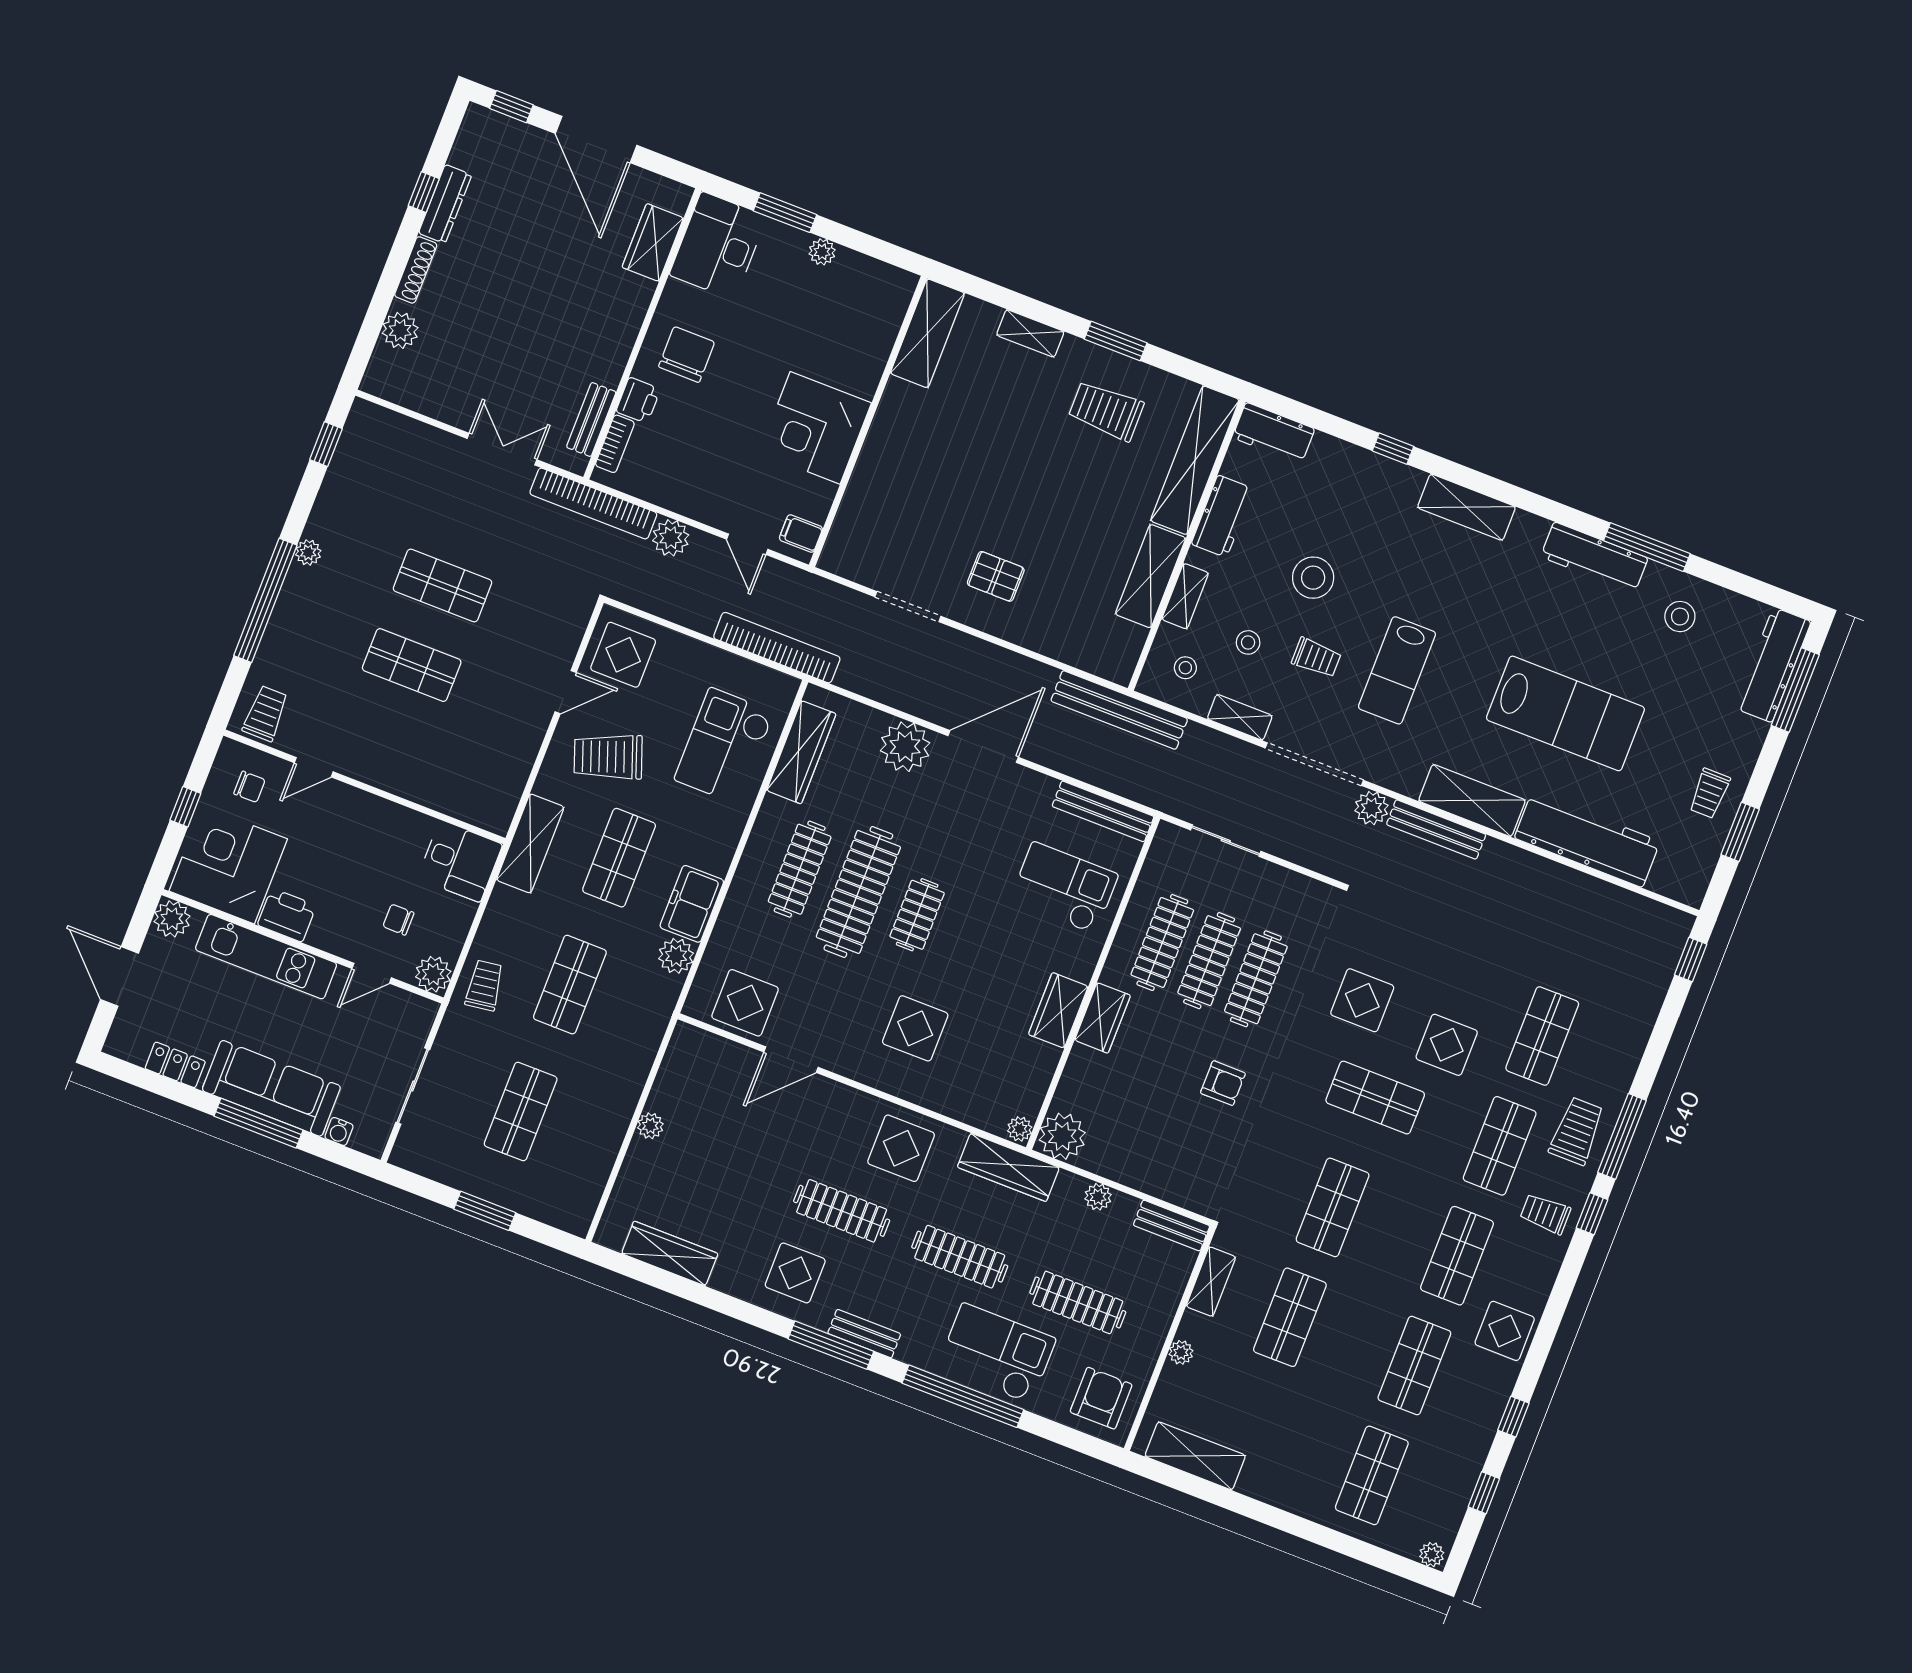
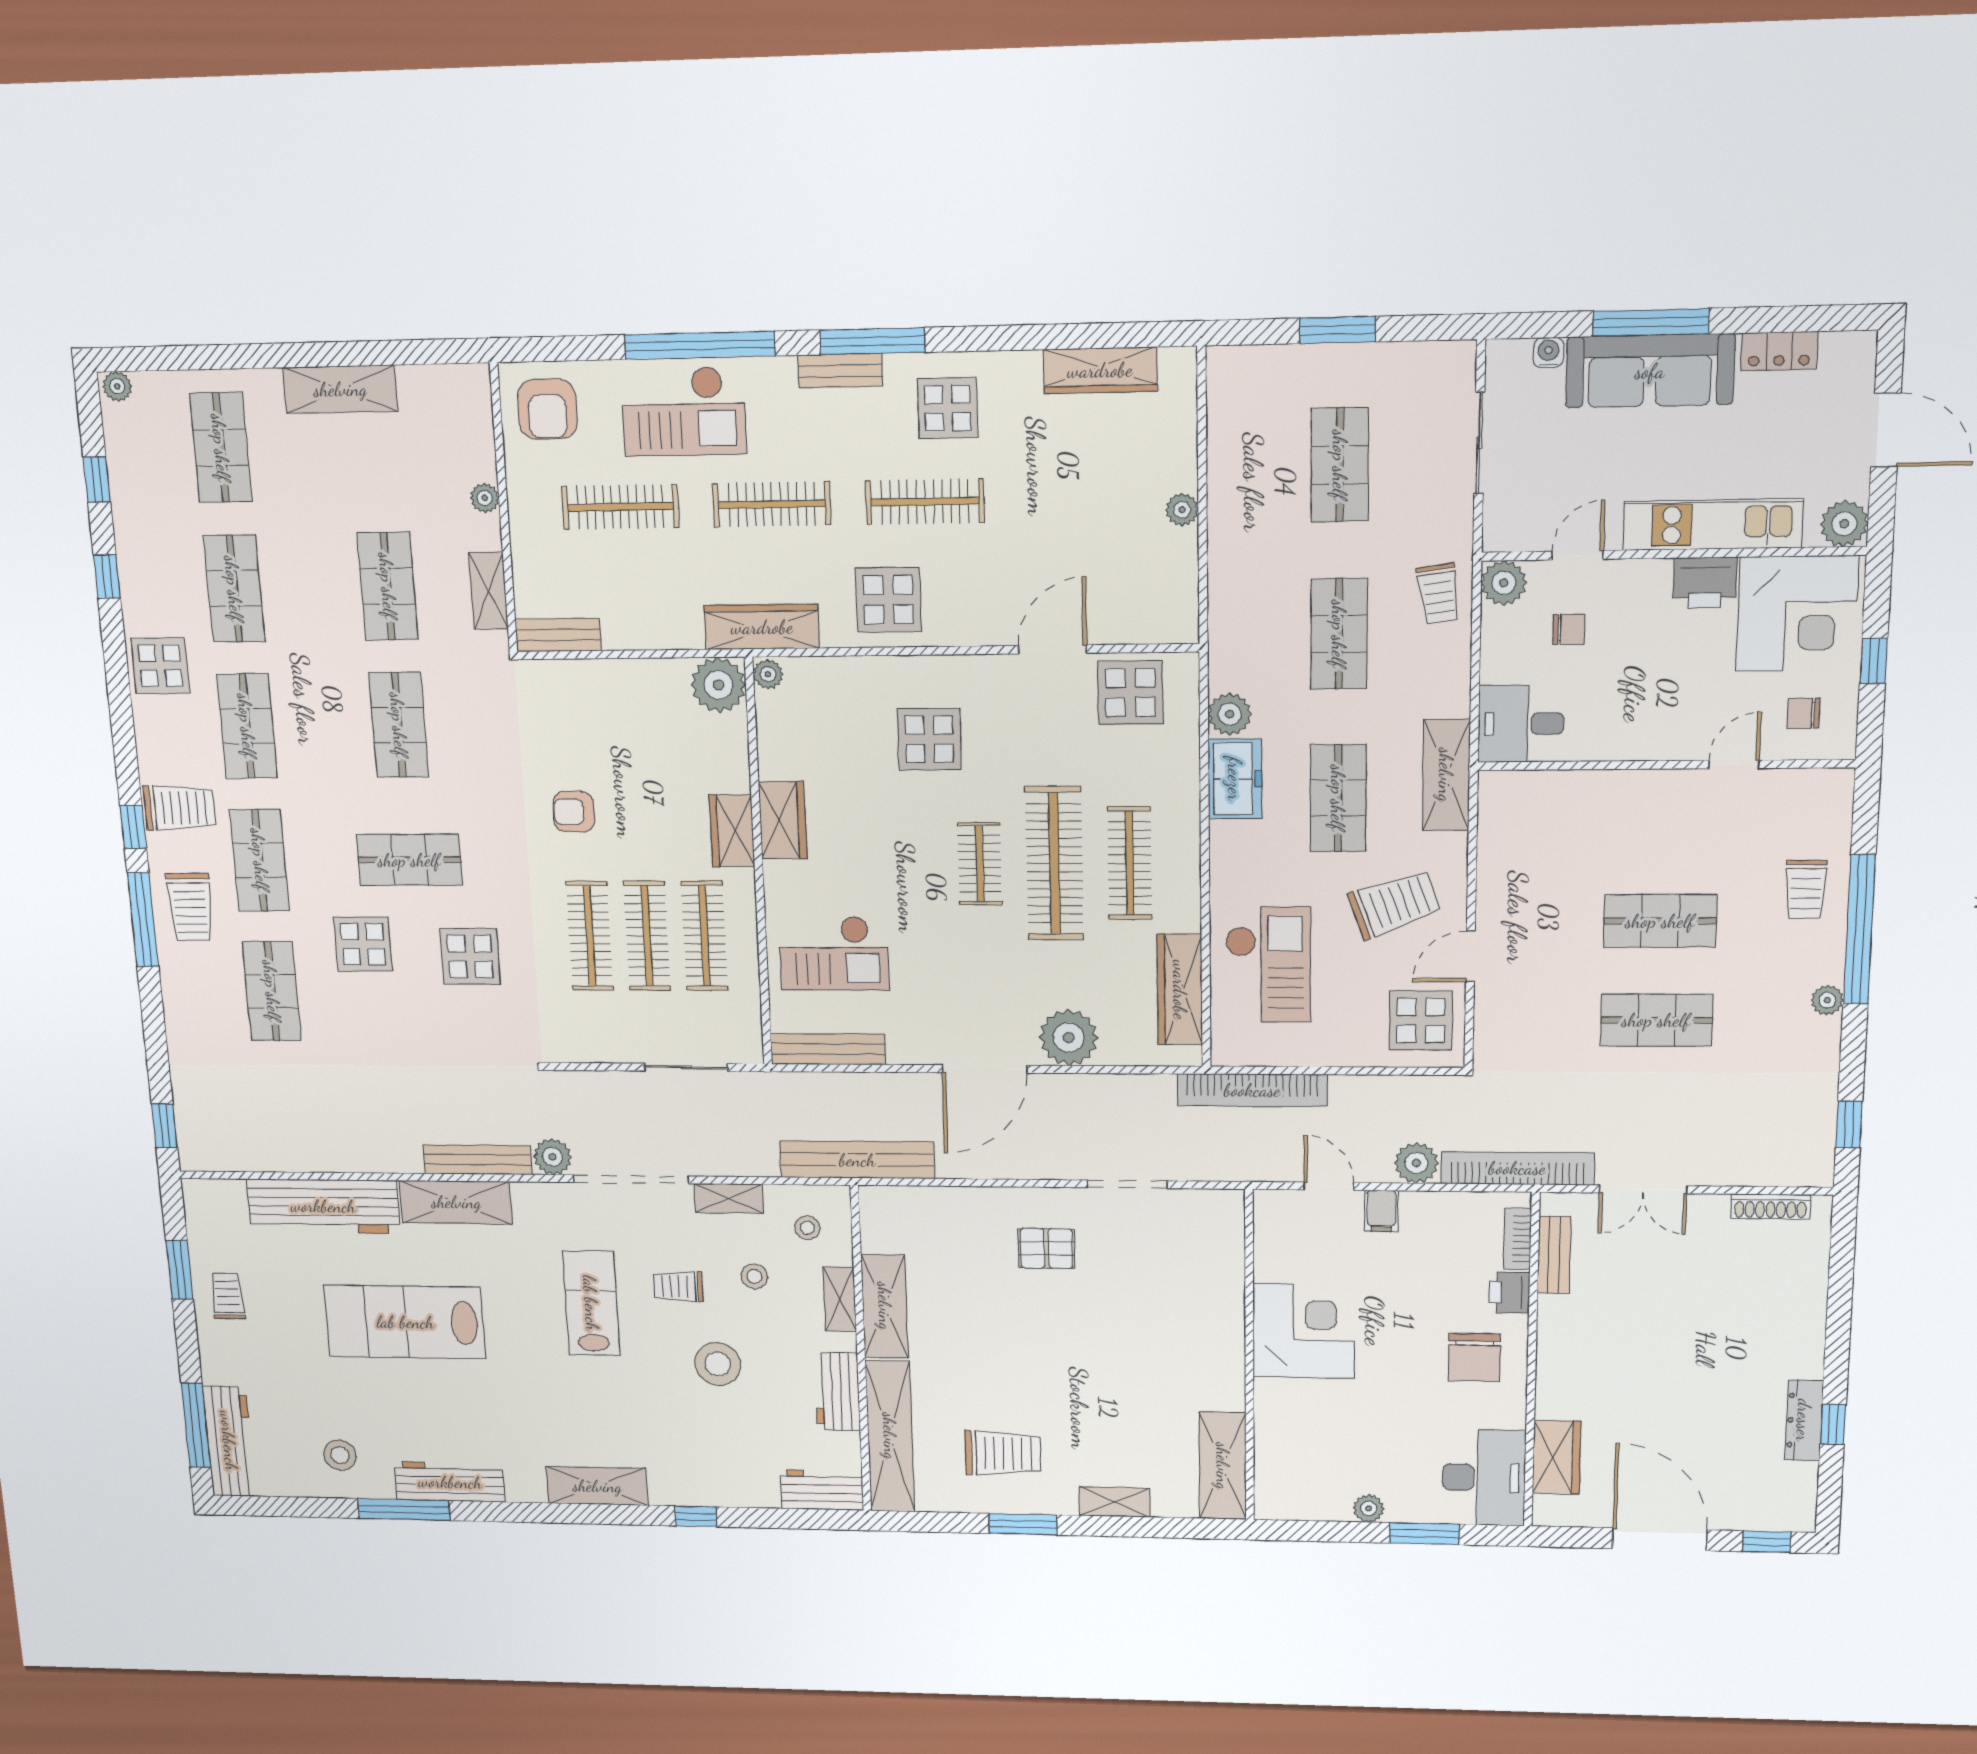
shoe rack: (416, 270) -> (1771, 1207), moved, turned -90
plant: (400, 330) -> (1807, 1274), removed
filing cabinet: (801, 534) -> (1381, 1211), moved, turned 90
trolley: (265, 714) -> (1806, 889), moved
plant: (1098, 1197) -> (651, 634), removed
trolley: (1545, 1214) -> (180, 808), width x1.36, depth x1.39
shelving: (1195, 1456) -> (340, 389), moved

